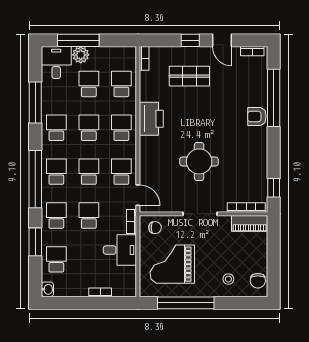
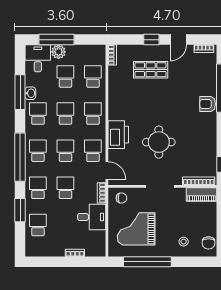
door: (222, 40) -> (178, 40), hinge flipped
printer: (151, 119) -> (118, 135), moved
washbasin: (47, 289) -> (30, 93), moved

